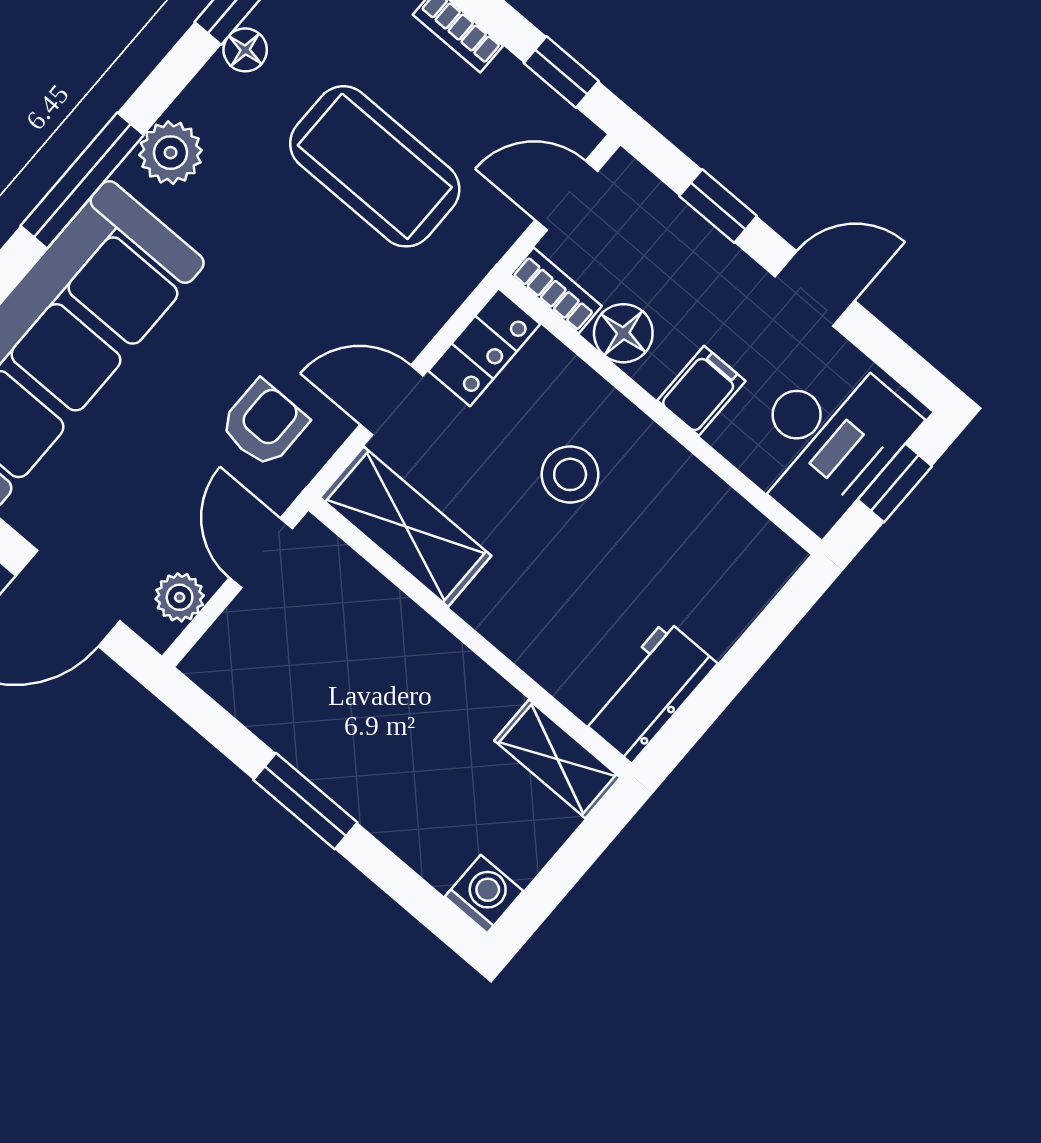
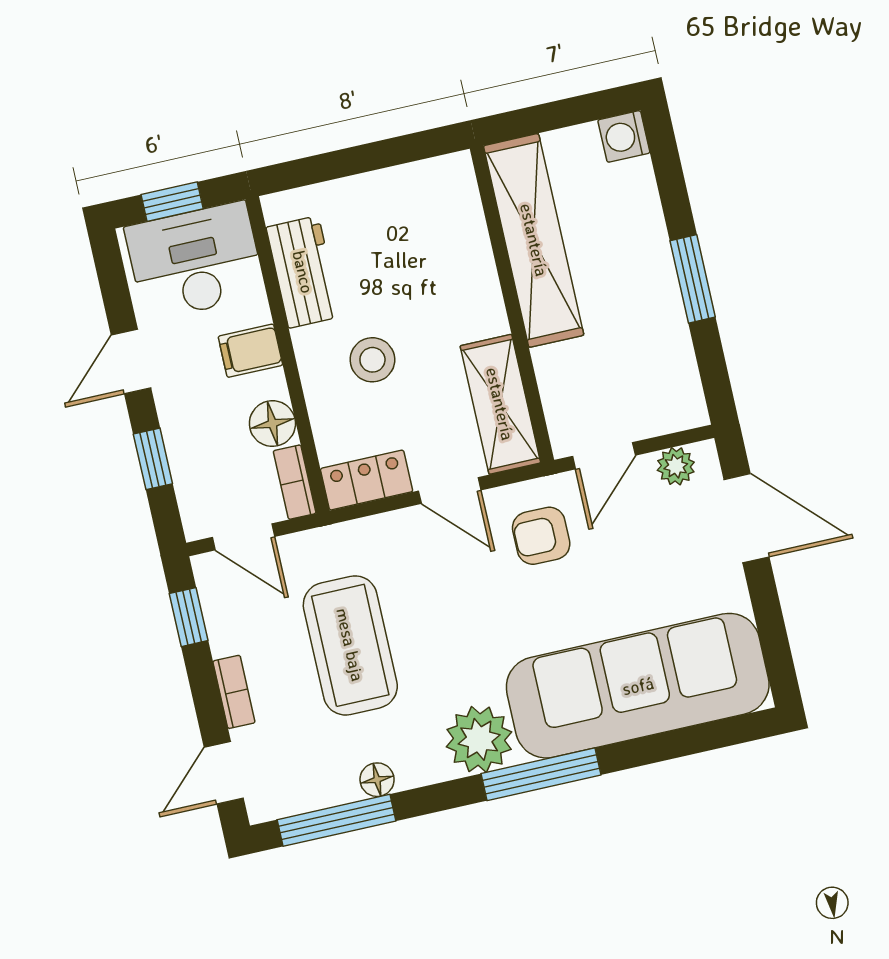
plant: (171, 153) -> (479, 739), width x1.36, depth x1.36
door: (815, 289) -> (131, 361), hinge flipped
workbench: (649, 691) -> (303, 272), moved, turned -90
shelving: (557, 759) -> (534, 240), width x2.20, depth x1.33

